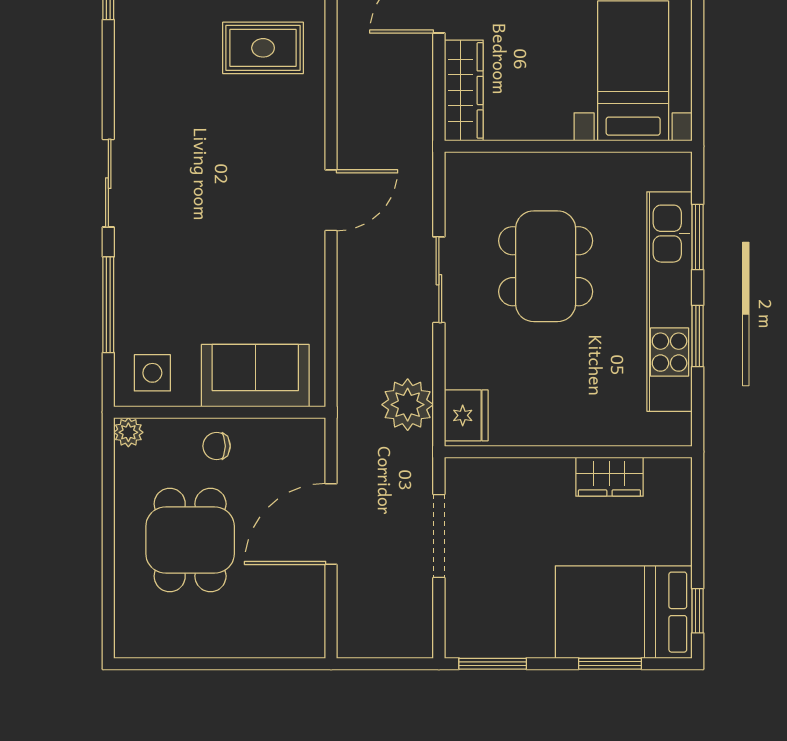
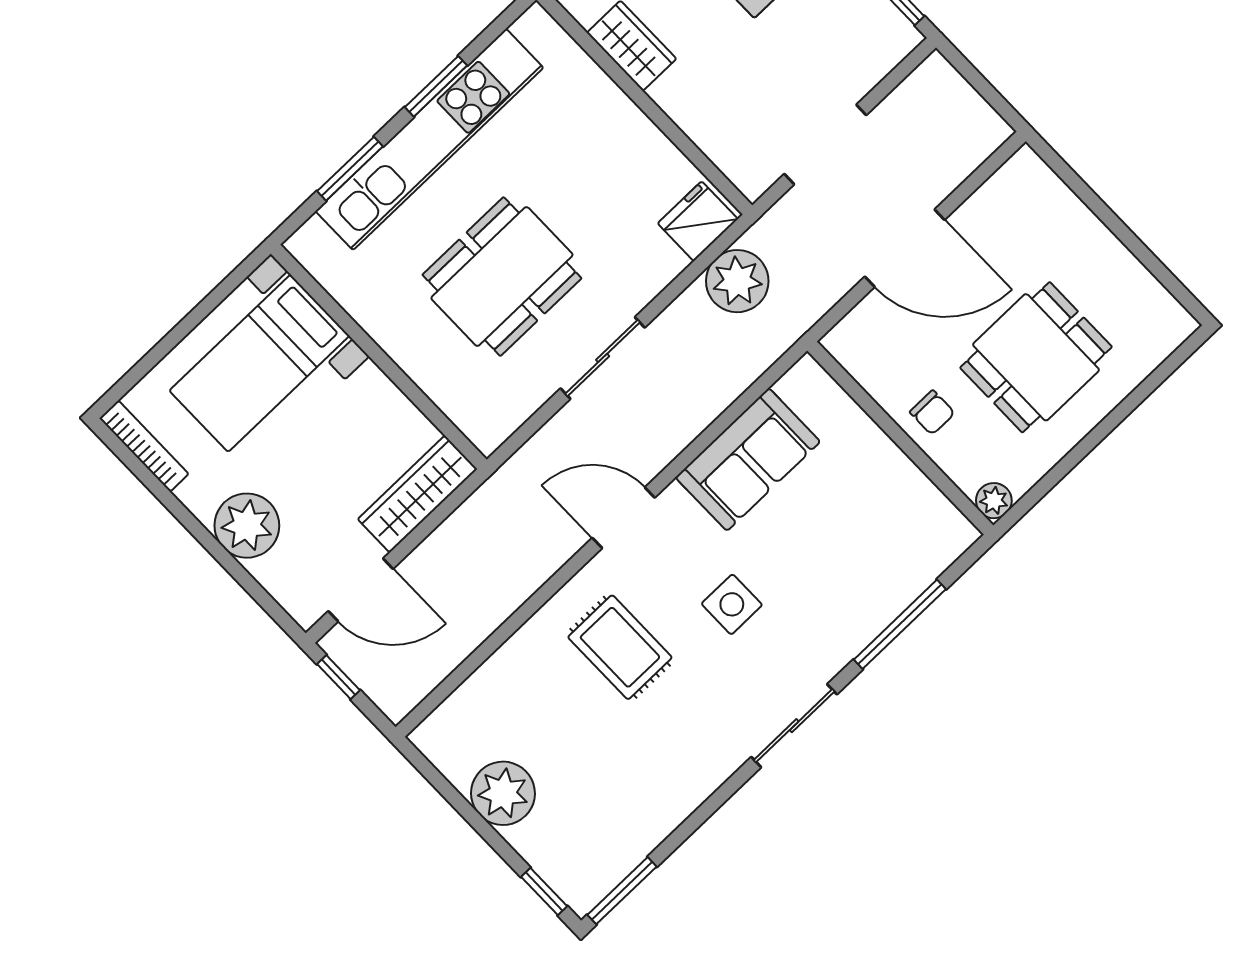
rug: (263, 48) -> (620, 647), moved
side table: (152, 373) -> (732, 604), moved
sofa: (255, 376) -> (748, 459), moved, turned -90

